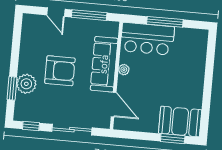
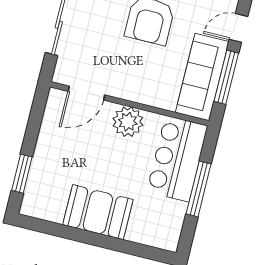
sofa: (104, 64) -> (202, 77), moved, turned -90
plant: (124, 70) -> (128, 122), width x1.88, depth x1.88
booth: (180, 122) -> (98, 212), moved, turned 90

